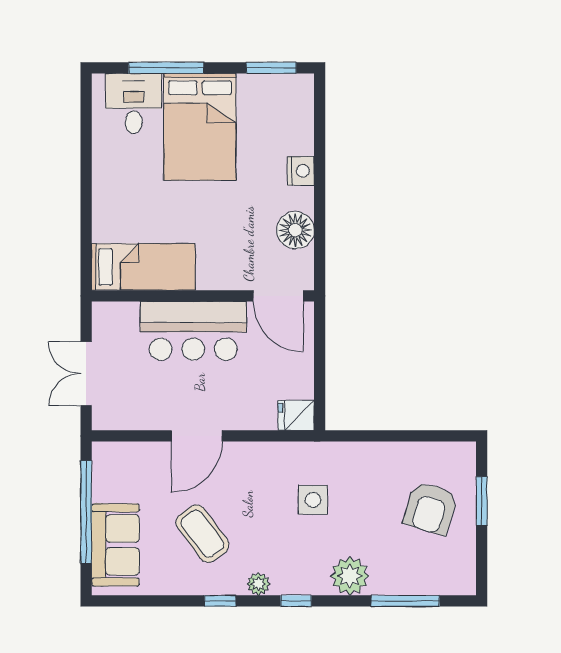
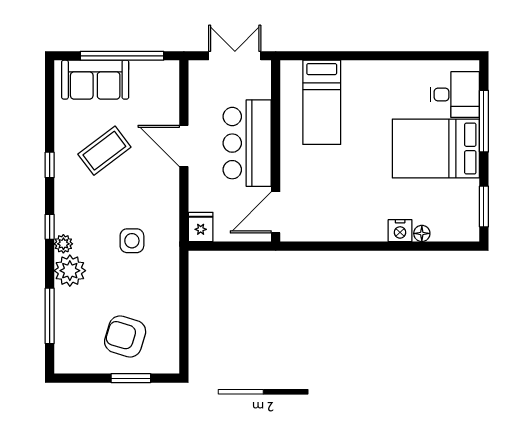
floor lamp: (295, 230) -> (422, 233), moved, width x0.53, depth x0.53
wall: (203, 296) -> (276, 151), moved
door: (278, 296) -> (276, 212), moved
bar counter: (193, 331) -> (247, 143), moved
plant: (258, 584) -> (63, 244), moved

